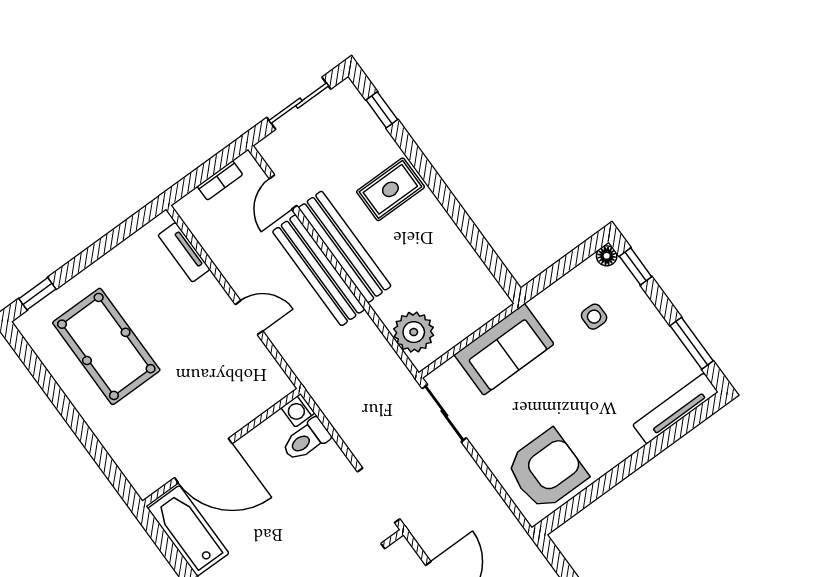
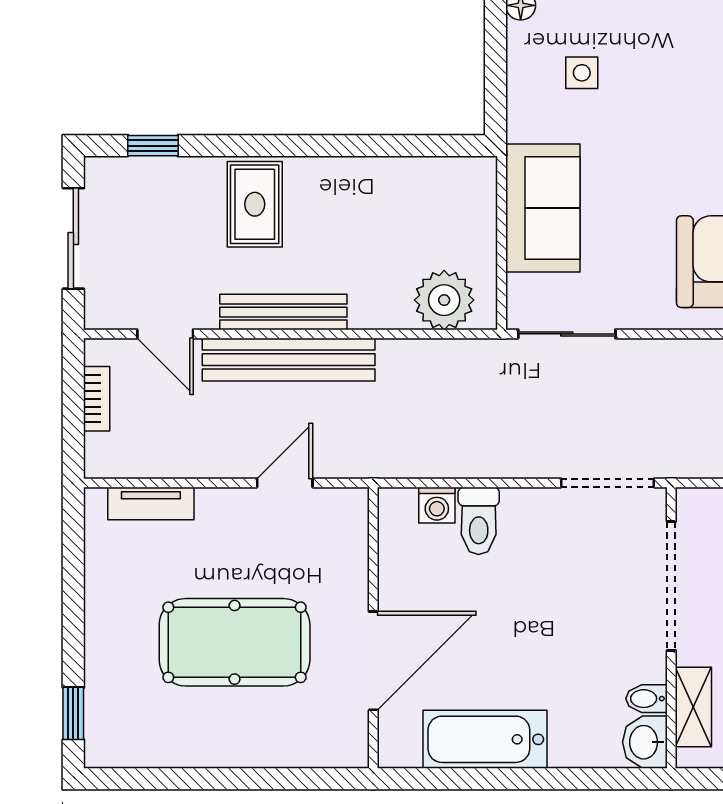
bench: (345, 247) -> (283, 312), width x0.73, depth x0.82
pool table: (106, 346) -> (235, 642), moved
wall: (222, 447) -> (373, 628), moved
door: (203, 461) -> (373, 661), moved

